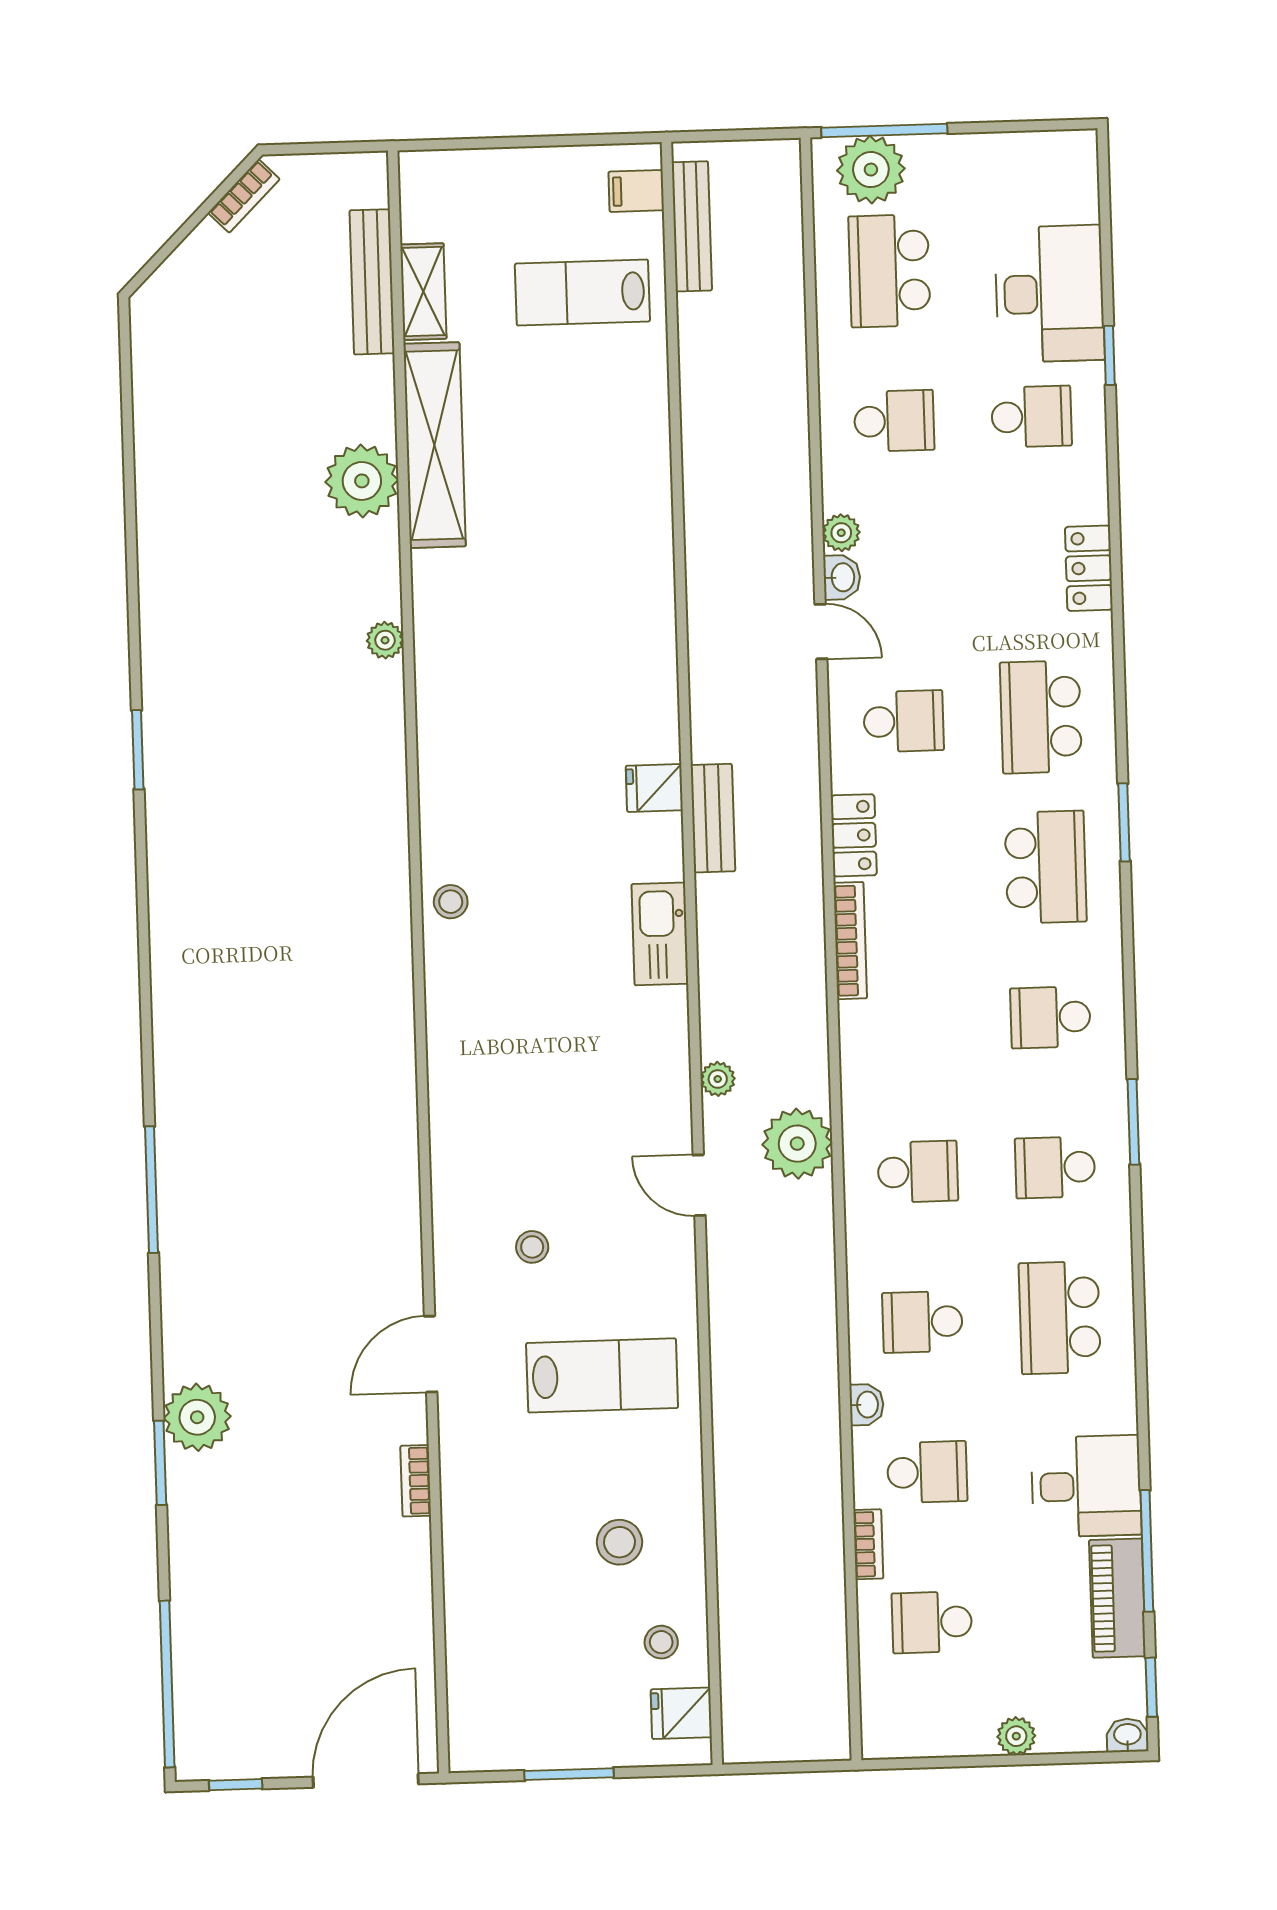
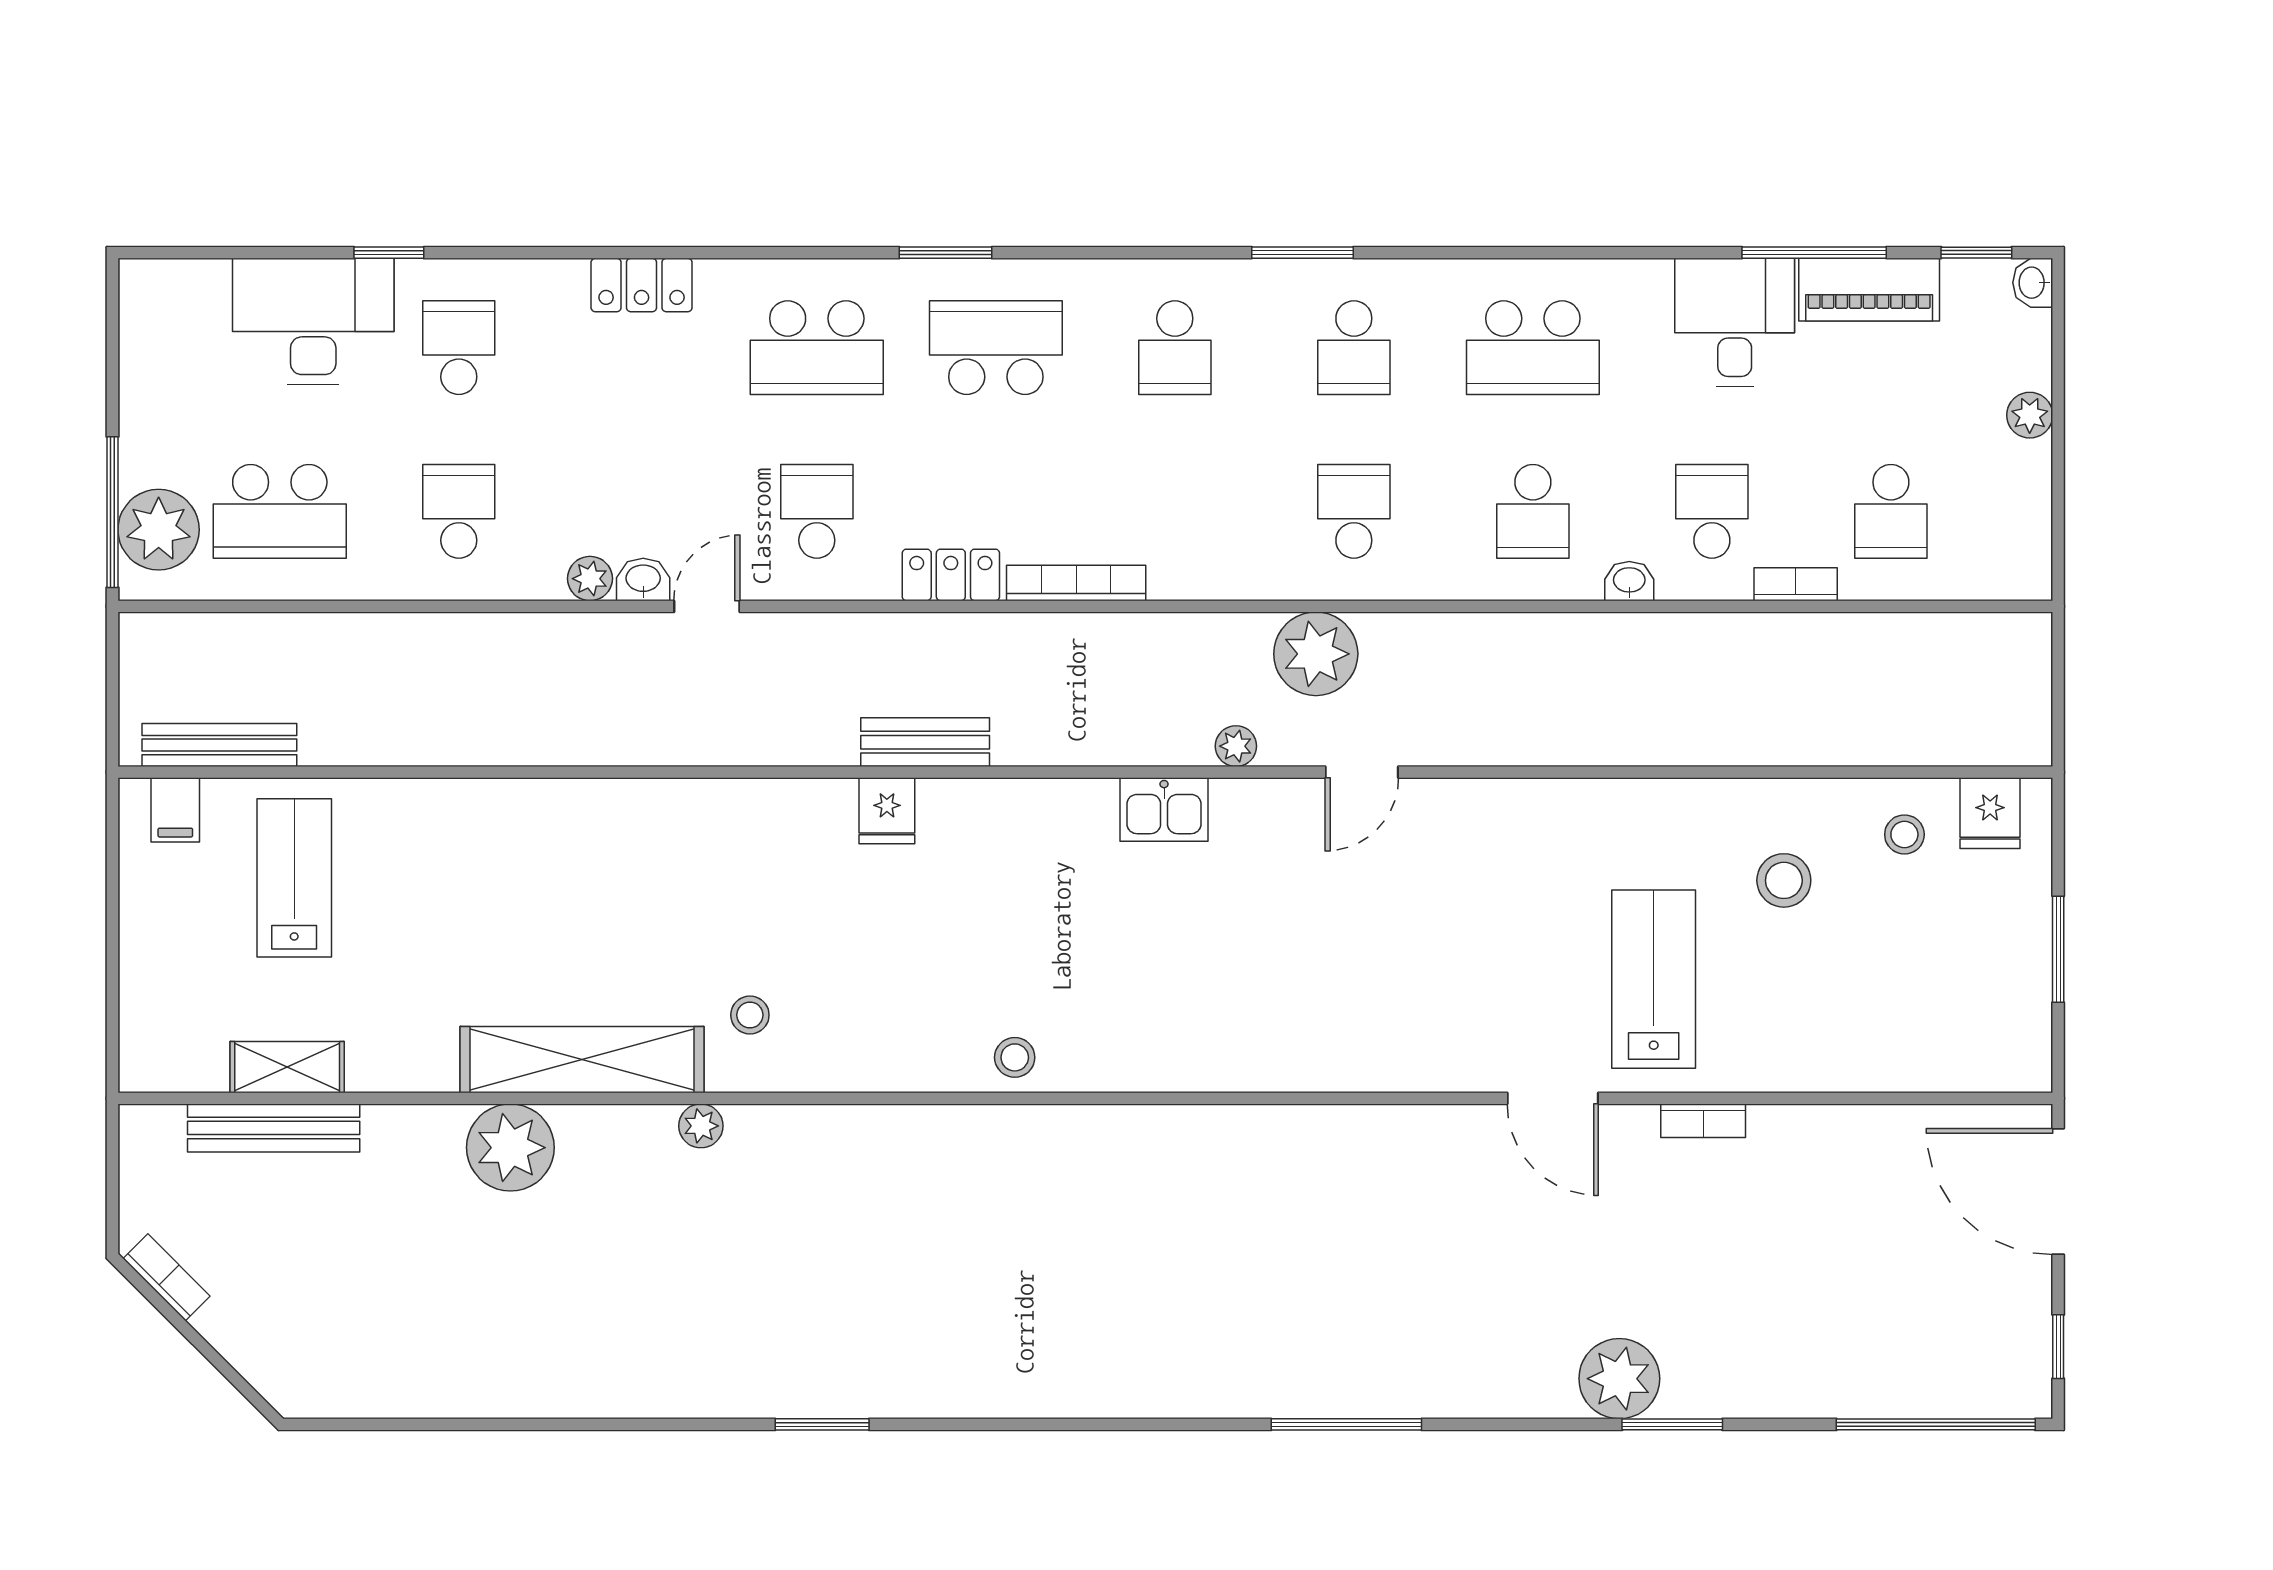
lab bench: (582, 292) -> (294, 878), turned 180
shelving: (435, 445) -> (582, 1060), moved
kitchen sink: (660, 934) -> (1164, 810), moved, width x0.73
stool: (532, 1247) -> (750, 1015), moved
lab bench: (602, 1375) -> (1654, 979), moved

